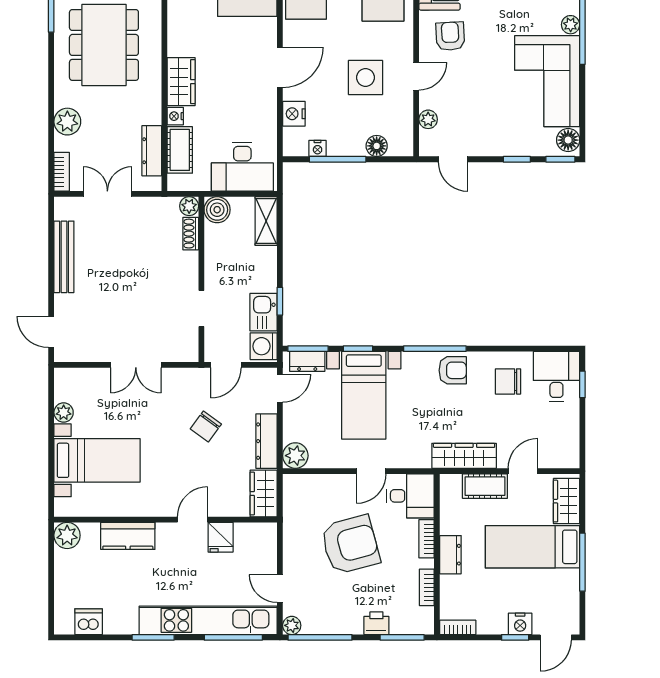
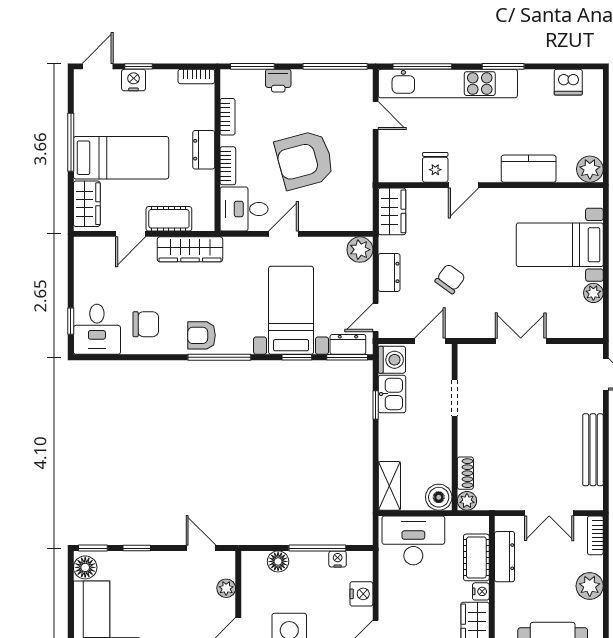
dresser: (266, 441) -> (389, 272), width x0.70
plant: (292, 625) -> (364, 78), removed

